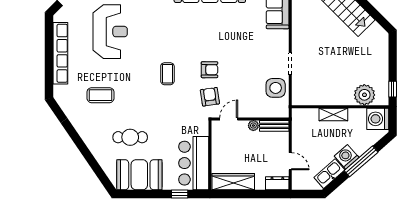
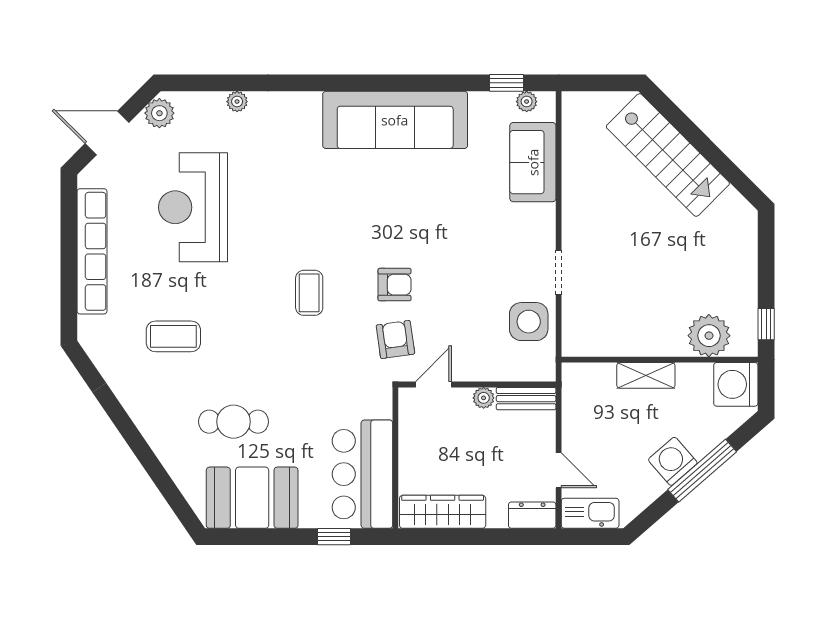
reception desk: (110, 32) -> (193, 207), turned 180
kitchen sink: (329, 174) -> (590, 513), moved, turned 41

